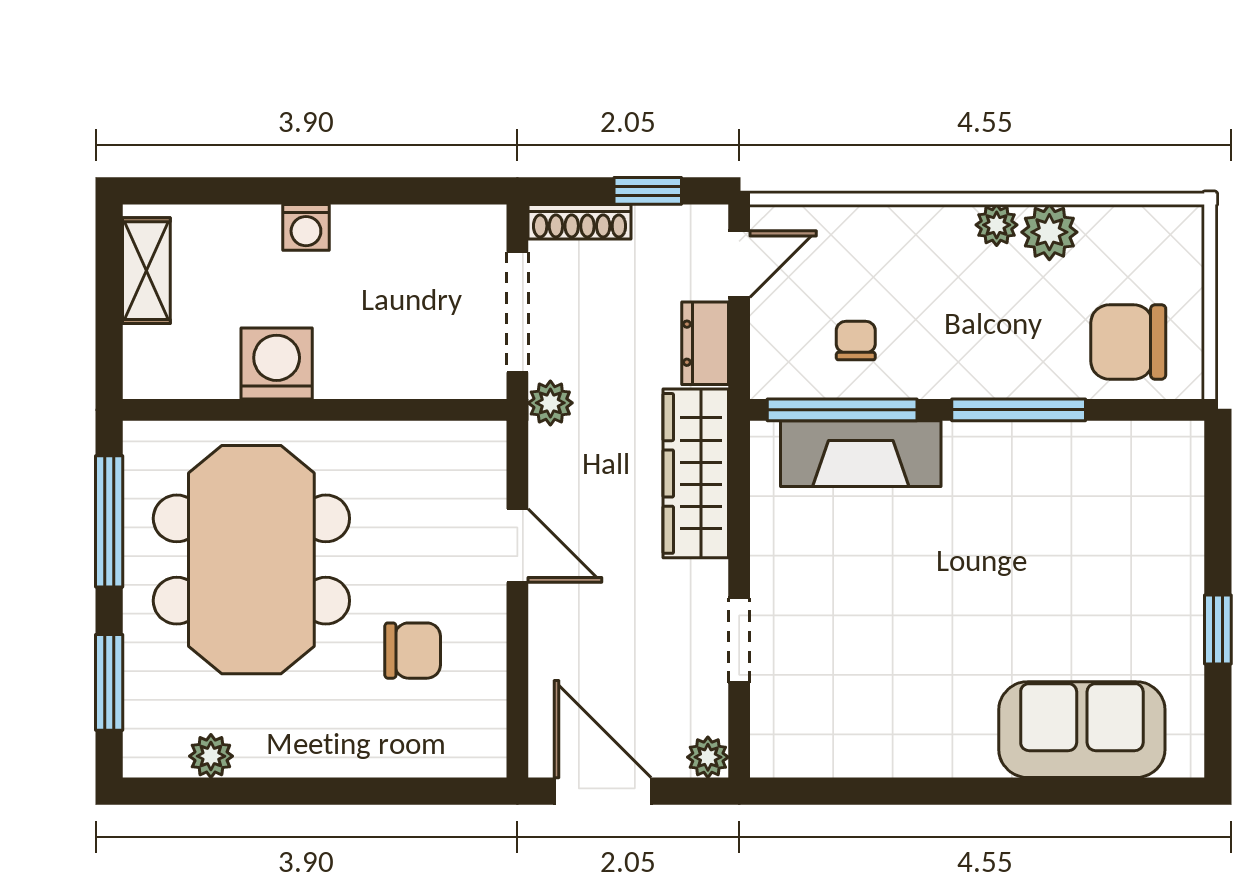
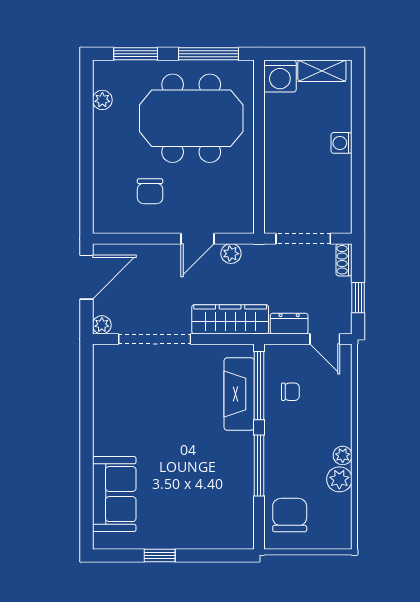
shoe rack: (580, 222) -> (344, 260), width x0.70
washing machine: (277, 363) -> (280, 76), moved, turned 90
plant: (550, 403) -> (231, 254), moved
doorway: (739, 640) -> (155, 339), width x1.88

